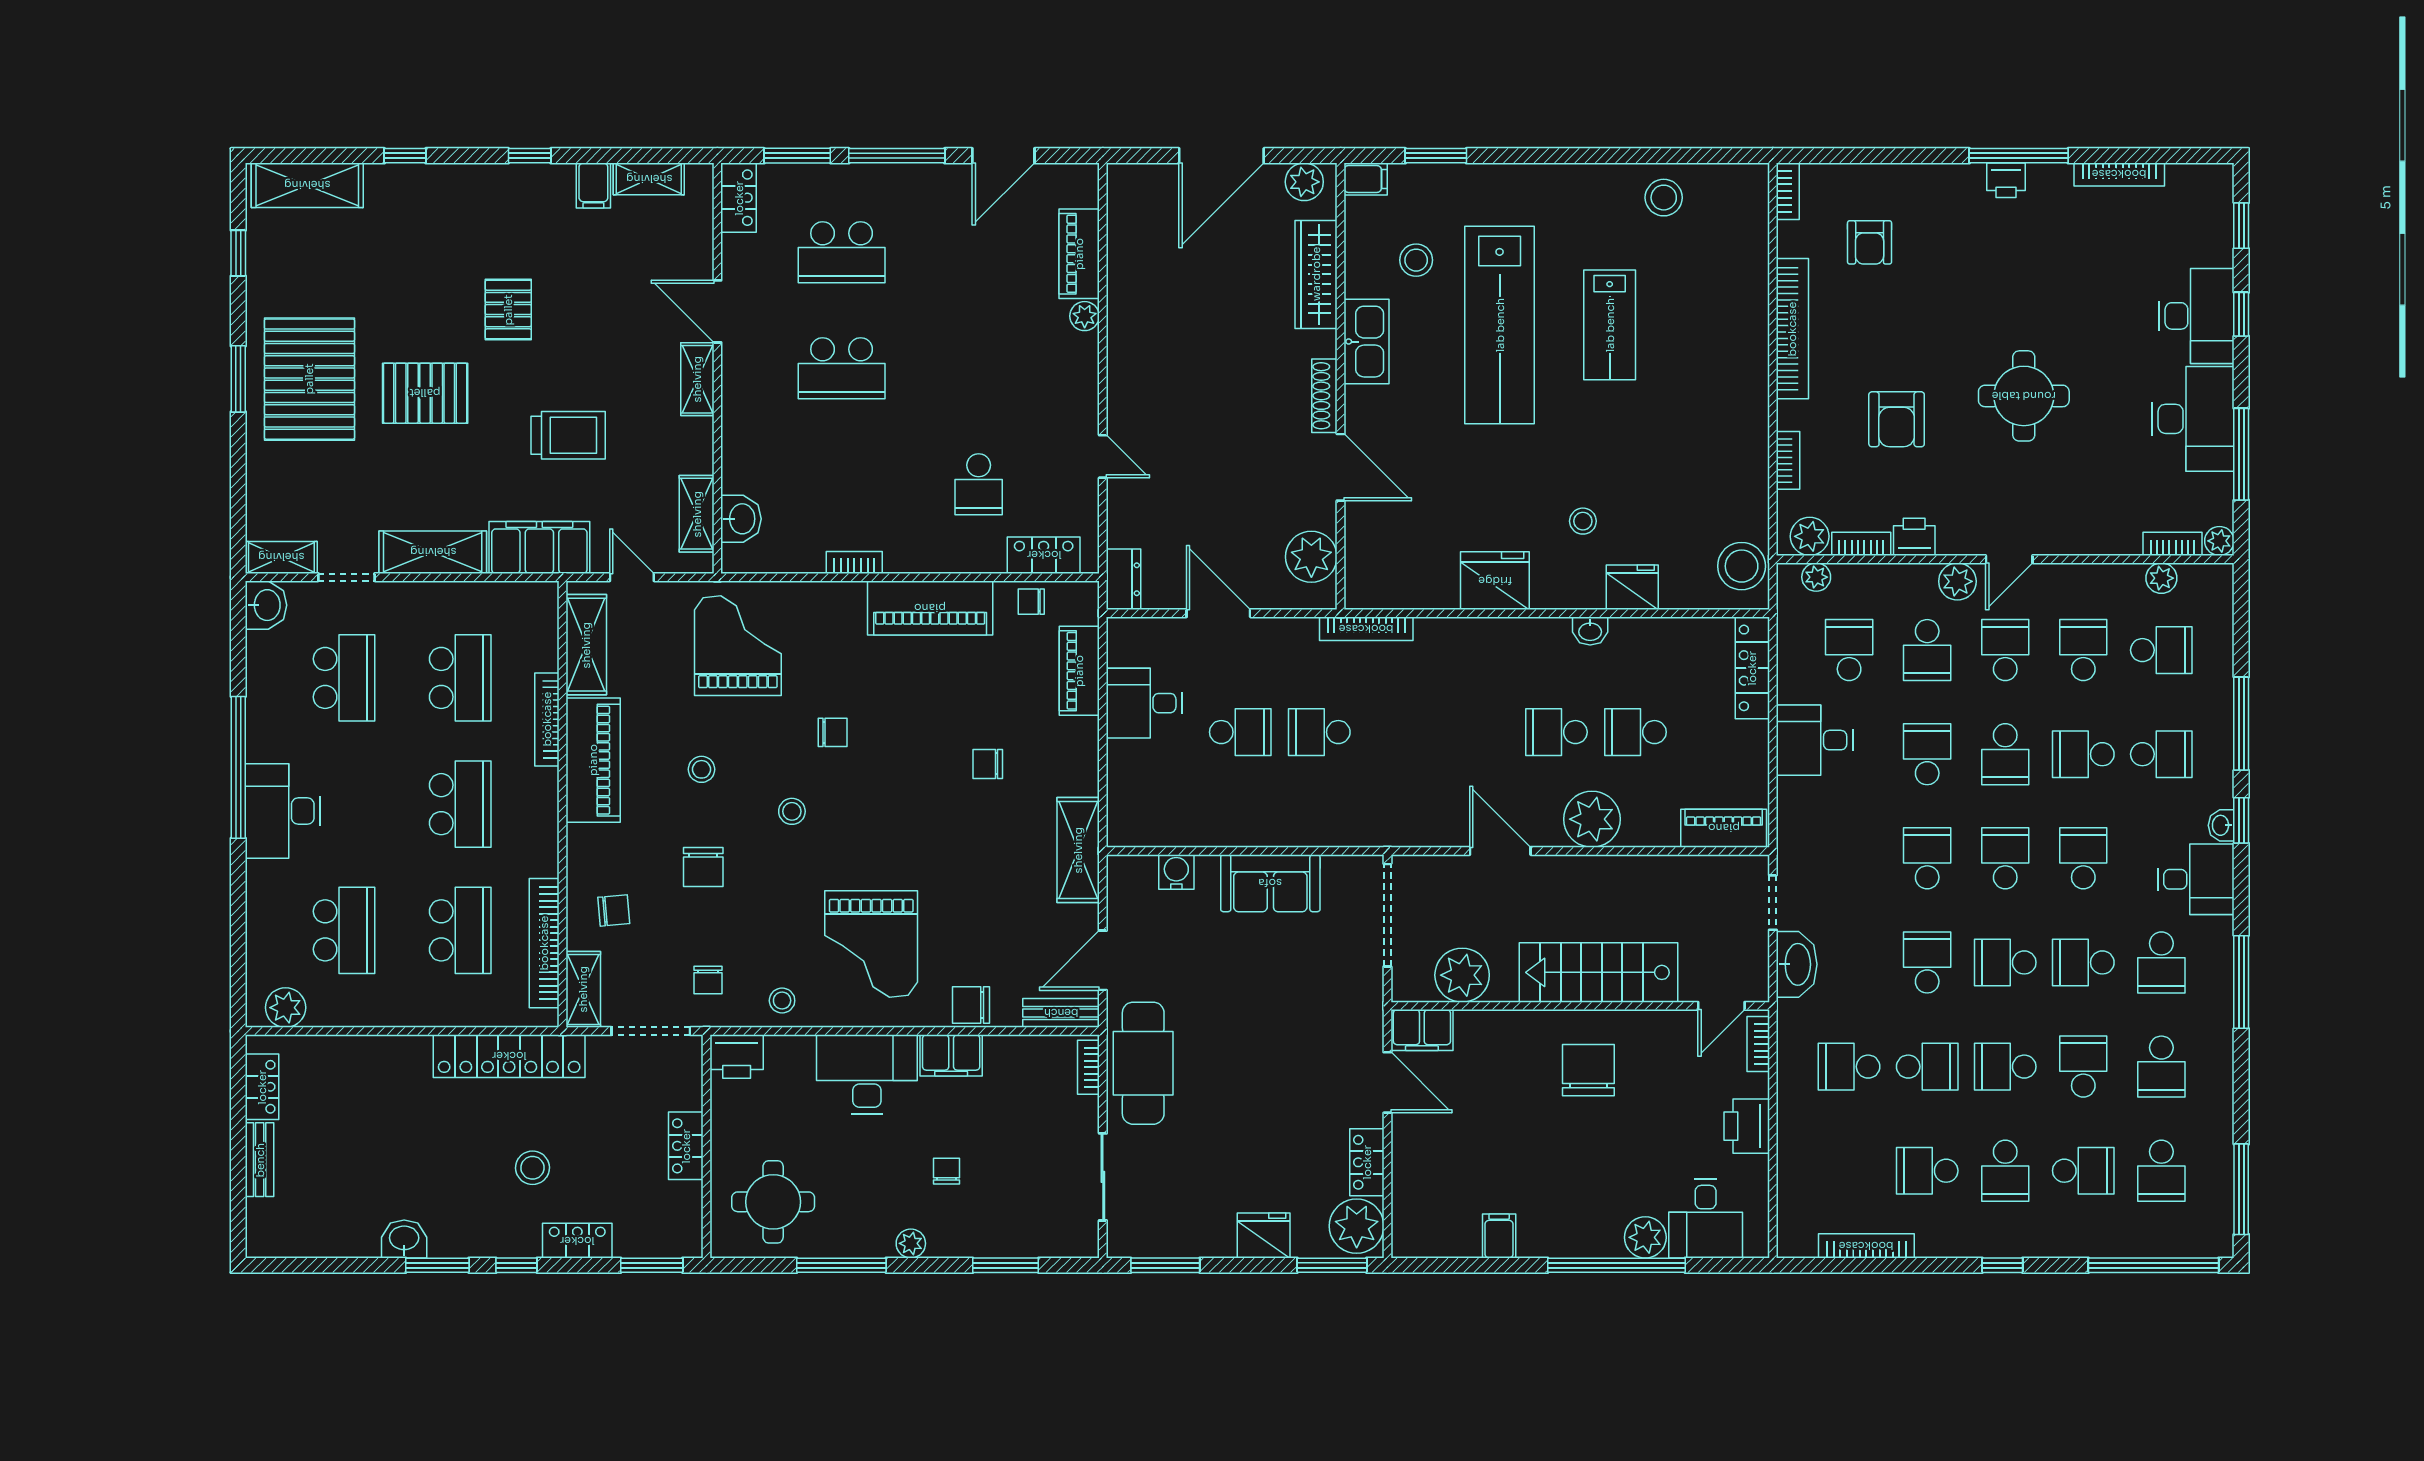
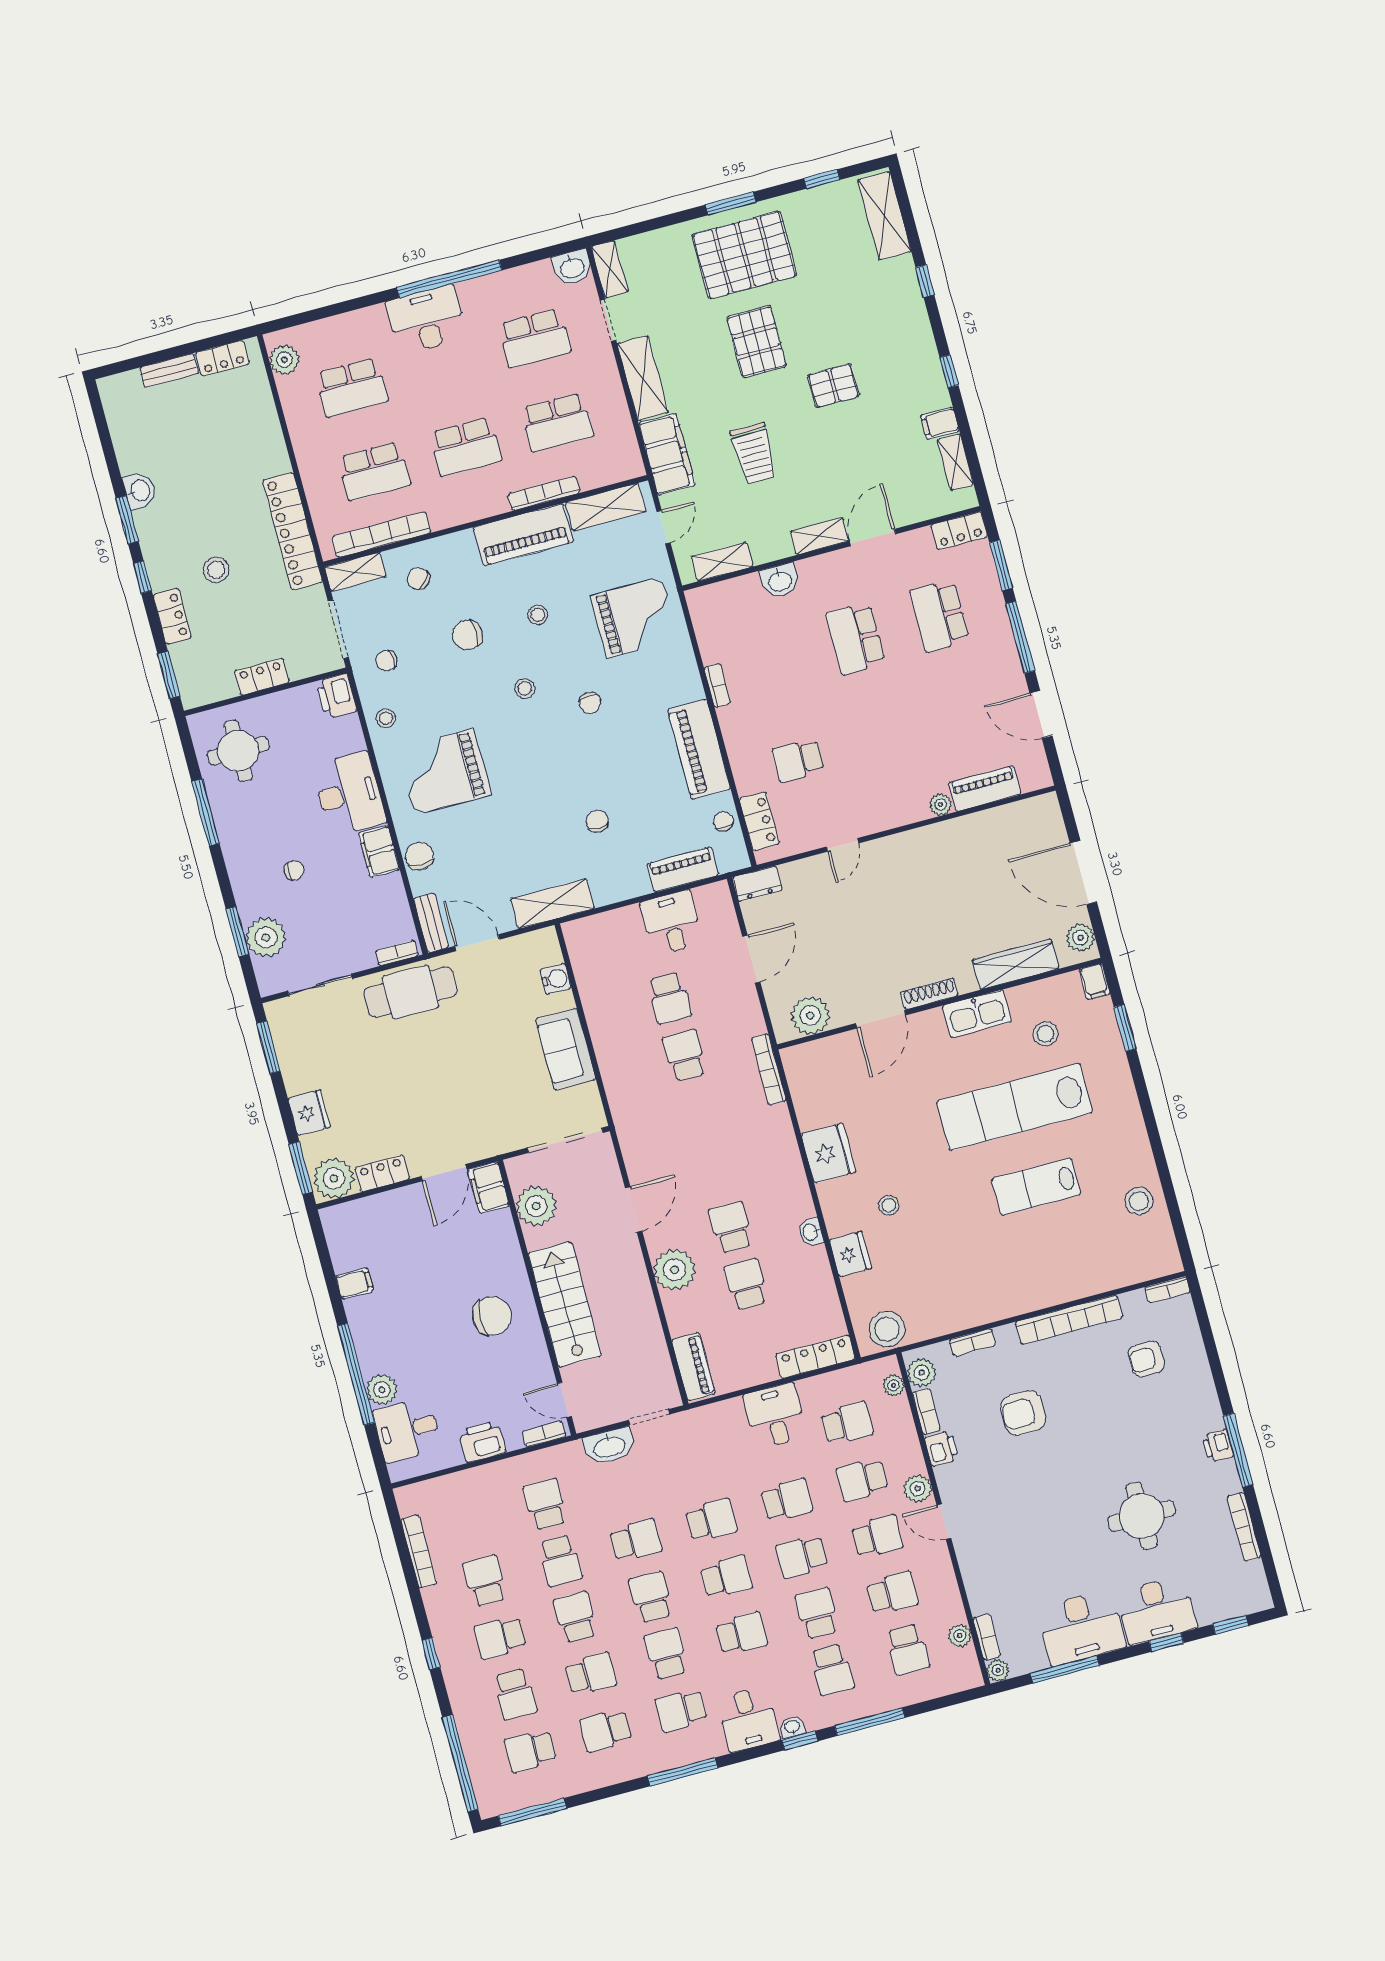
round table: (2024, 396) -> (1142, 1516), moved
washbasin: (741, 519) -> (780, 581), moved
chair: (614, 910) -> (418, 579), turned 133
plant: (911, 1243) -> (266, 937), moved, width x1.88, depth x1.88

